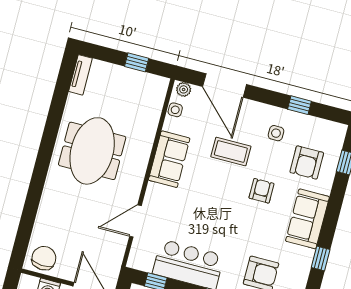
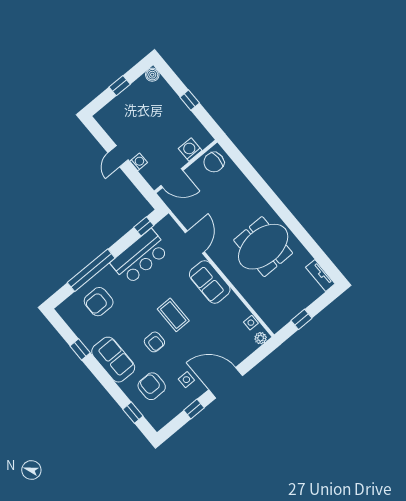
door: (225, 86) -> (226, 383), moved
meeting table: (92, 151) -> (263, 247), turned 90
coffee table: (231, 151) -> (173, 315), moved, turned 90
sofa: (169, 159) -> (210, 282), moved
chair: (44, 258) -> (214, 162), turned 86

